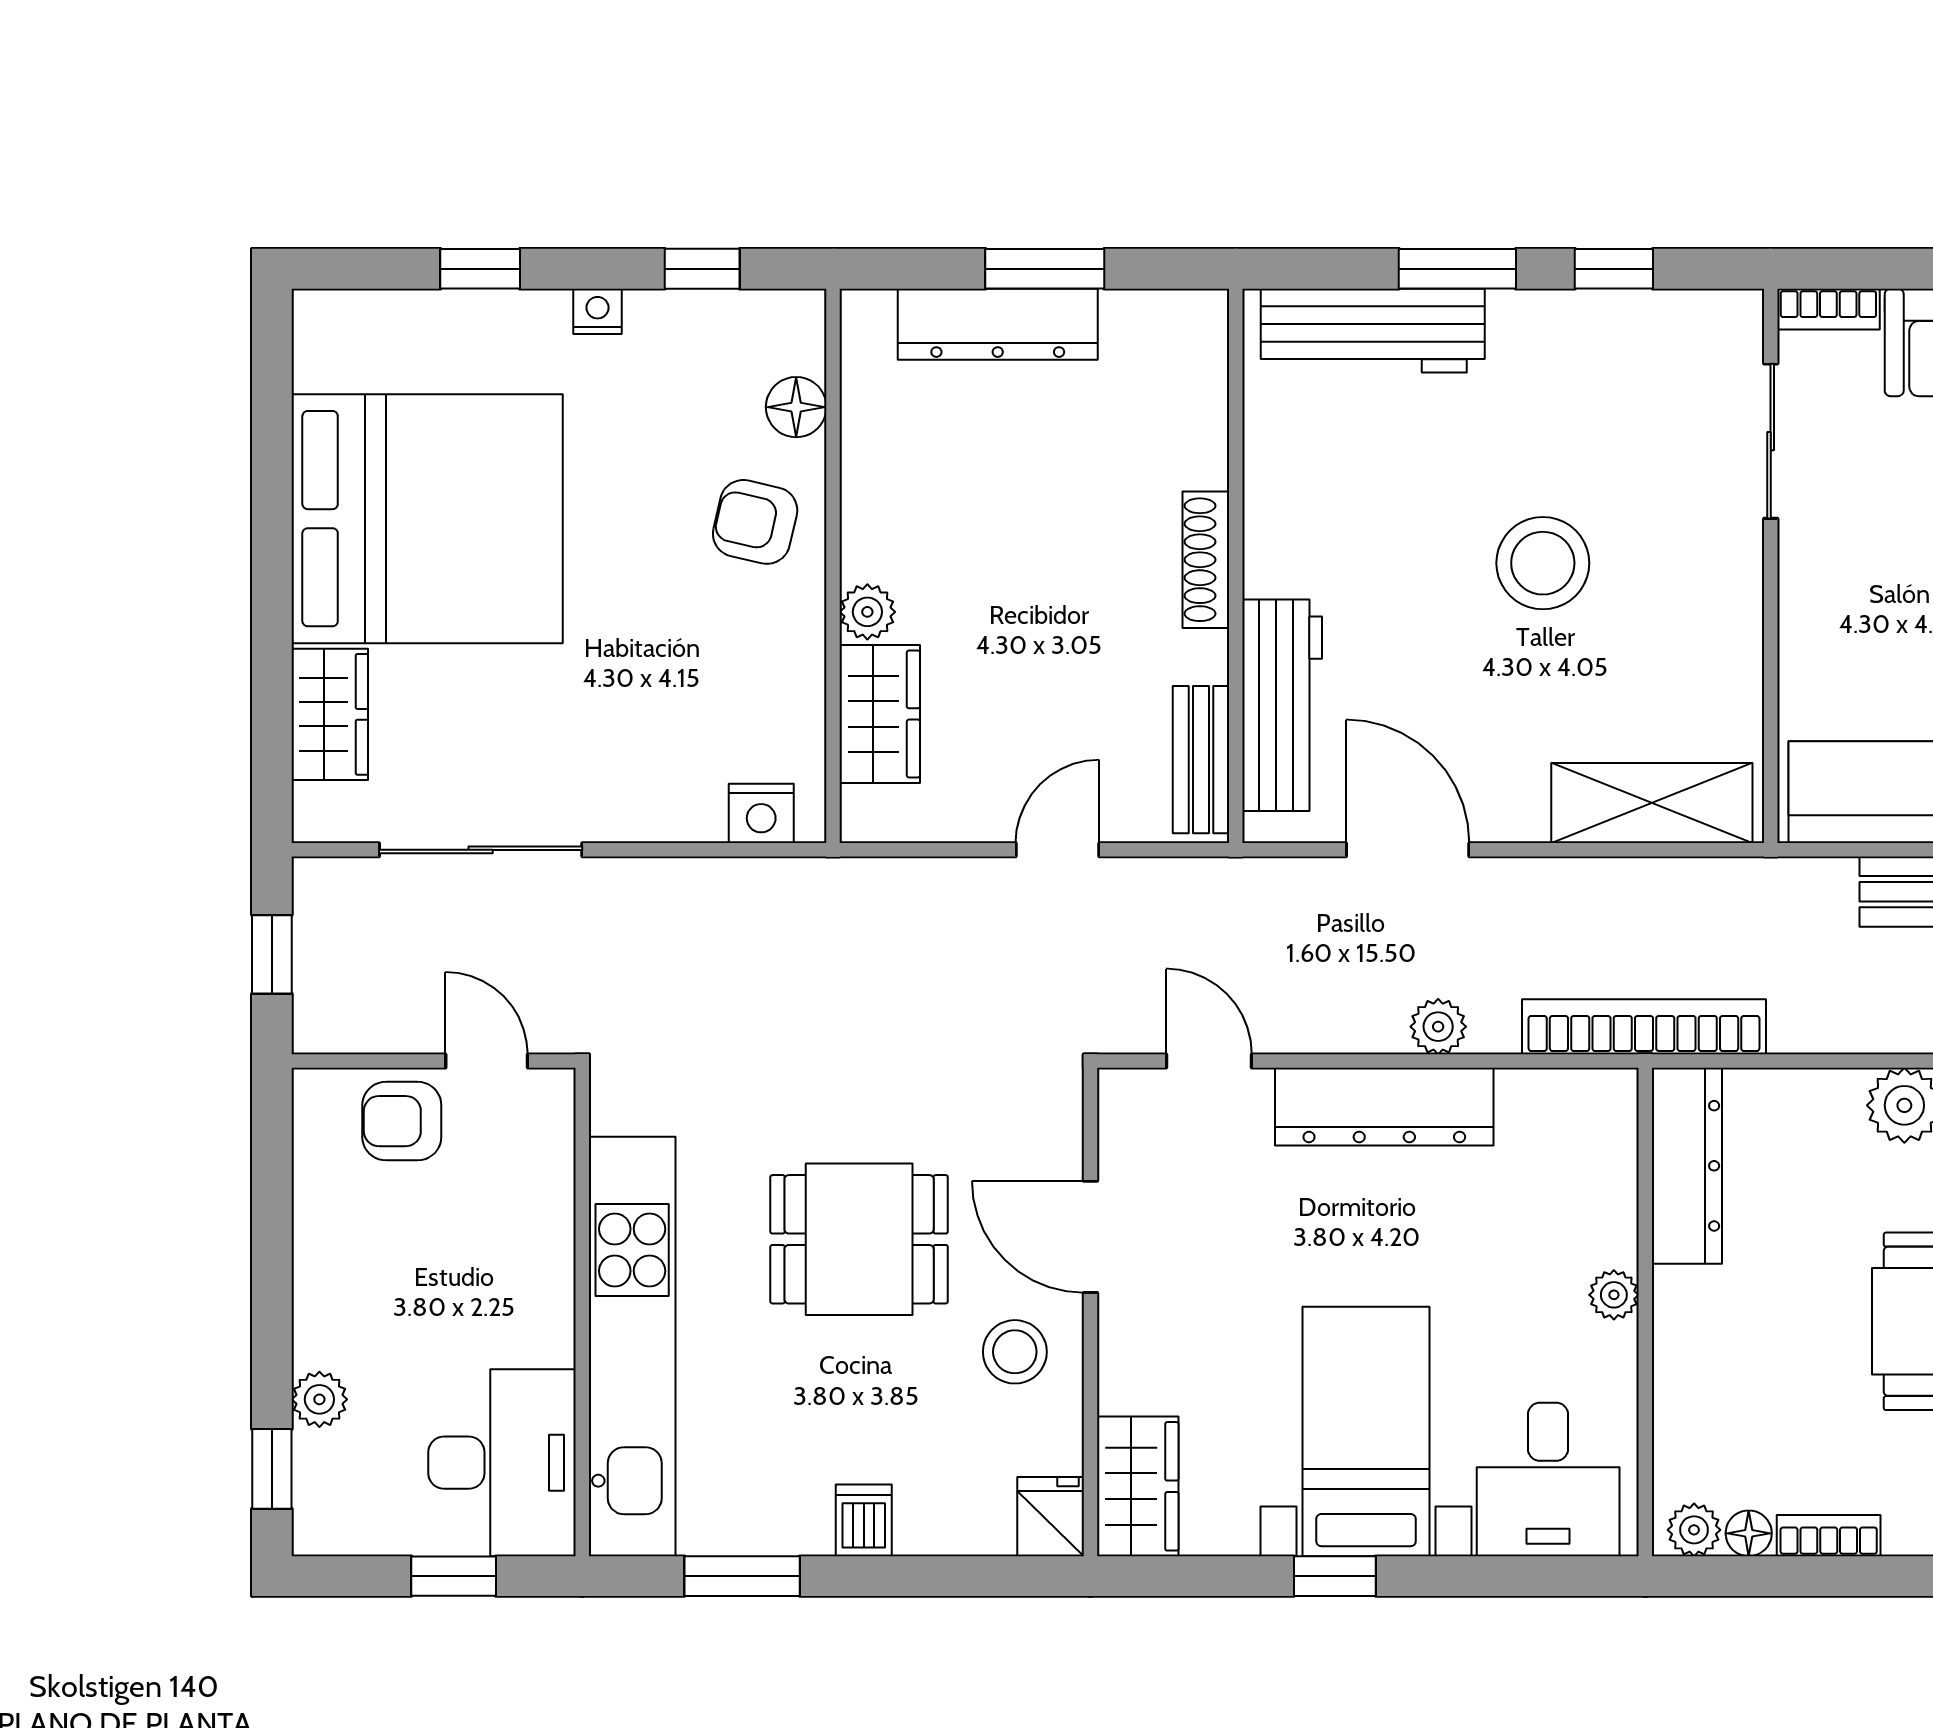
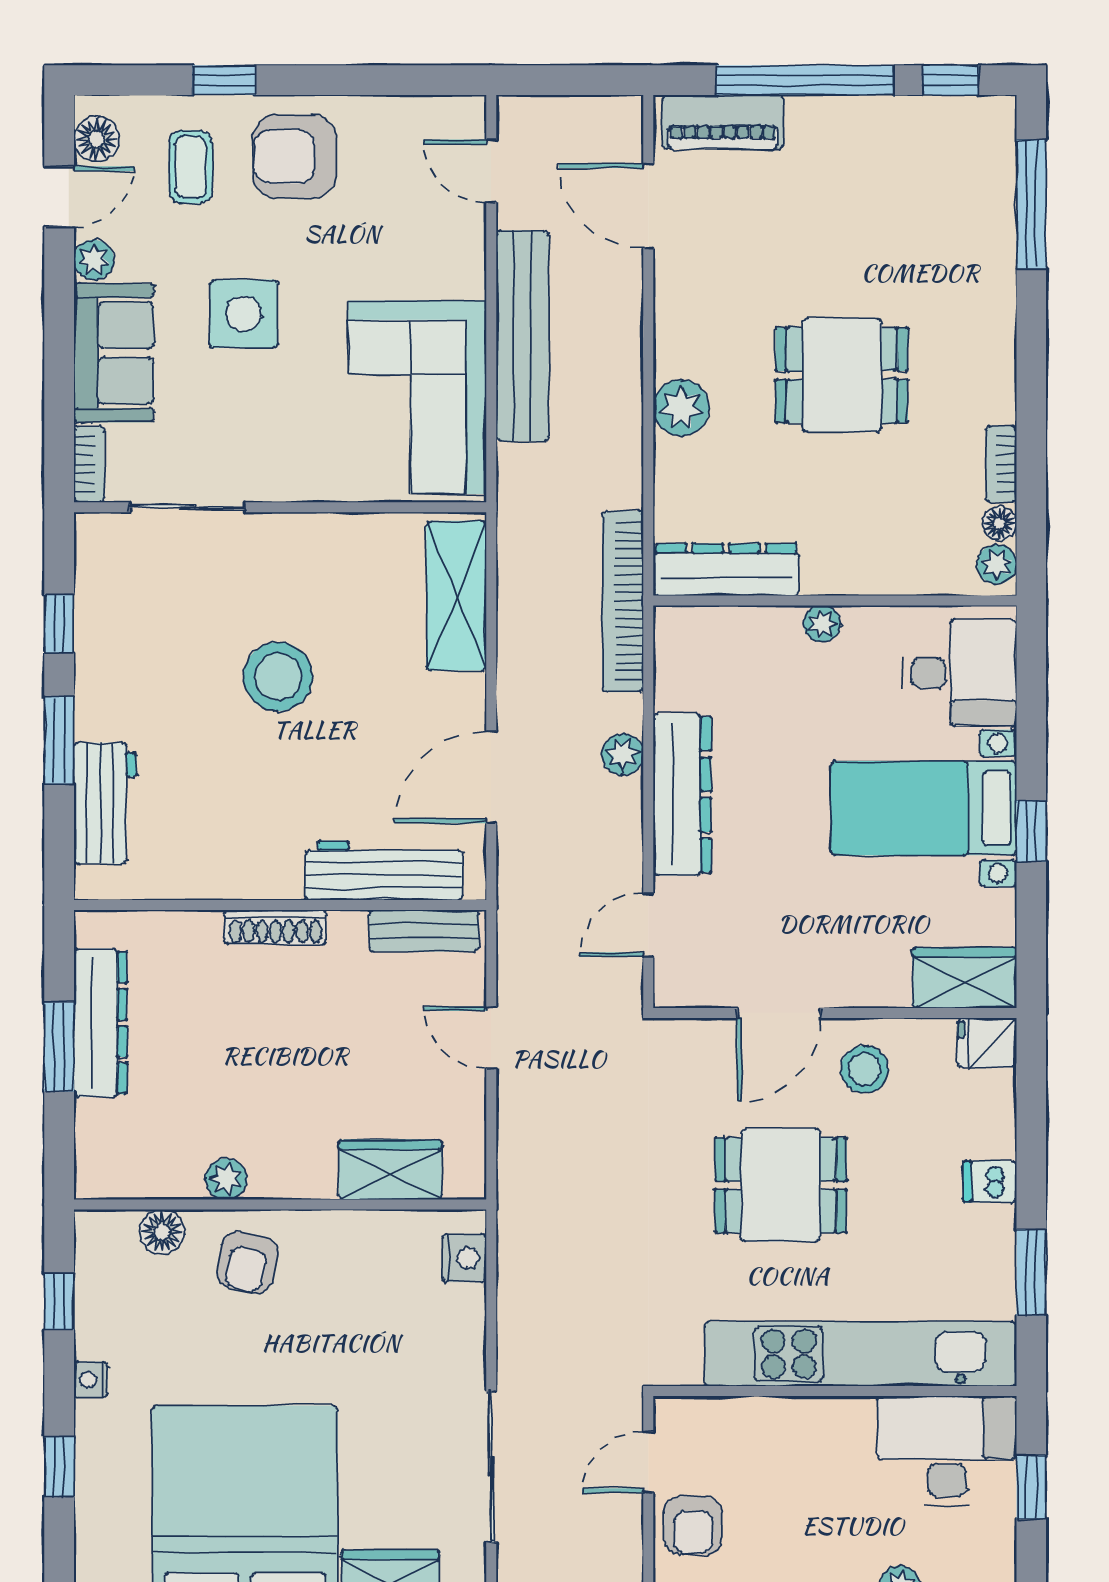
dresser: (998, 324) -> (100, 1023), moved
workbench: (1373, 331) -> (105, 803), width x0.73
plant: (867, 612) -> (226, 1179), moved
dining table: (859, 1239) -> (781, 1185), turned 90

